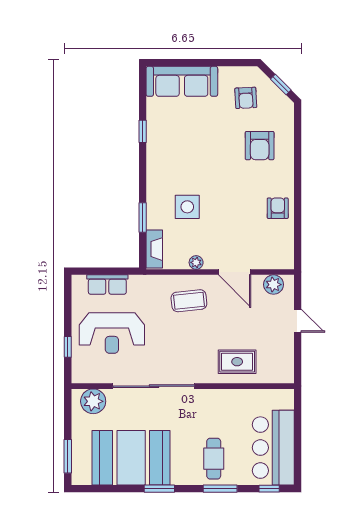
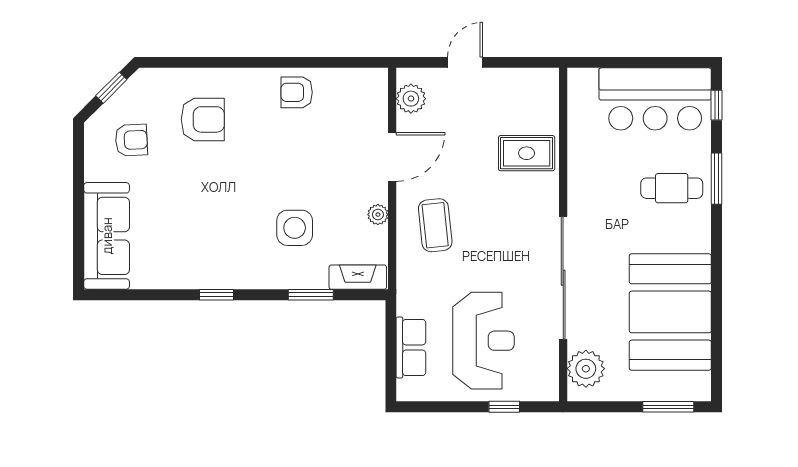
window: (143, 131) -> (216, 295), moved
rug: (237, 362) -> (527, 153), turned 90
window: (159, 489) -> (717, 269), removed

